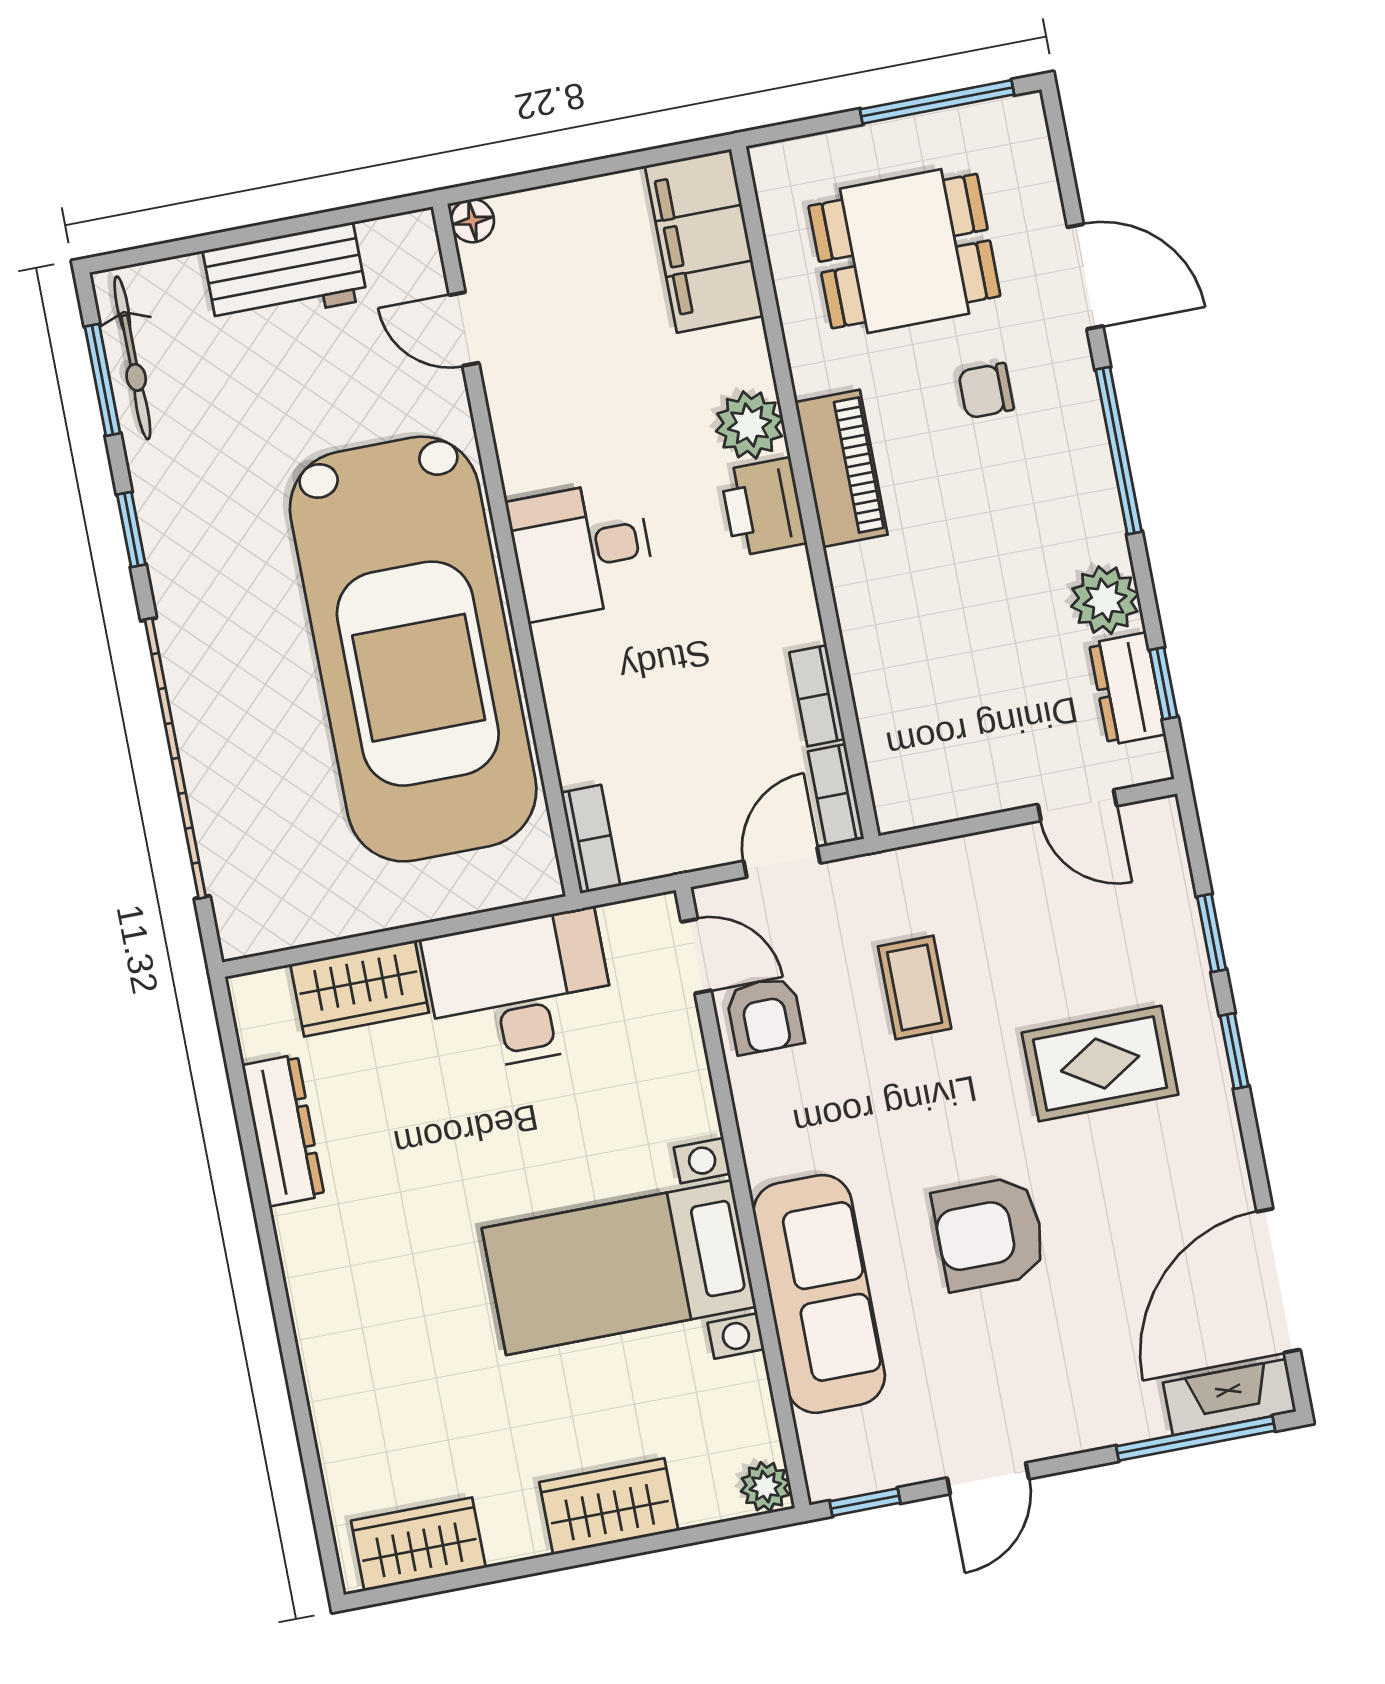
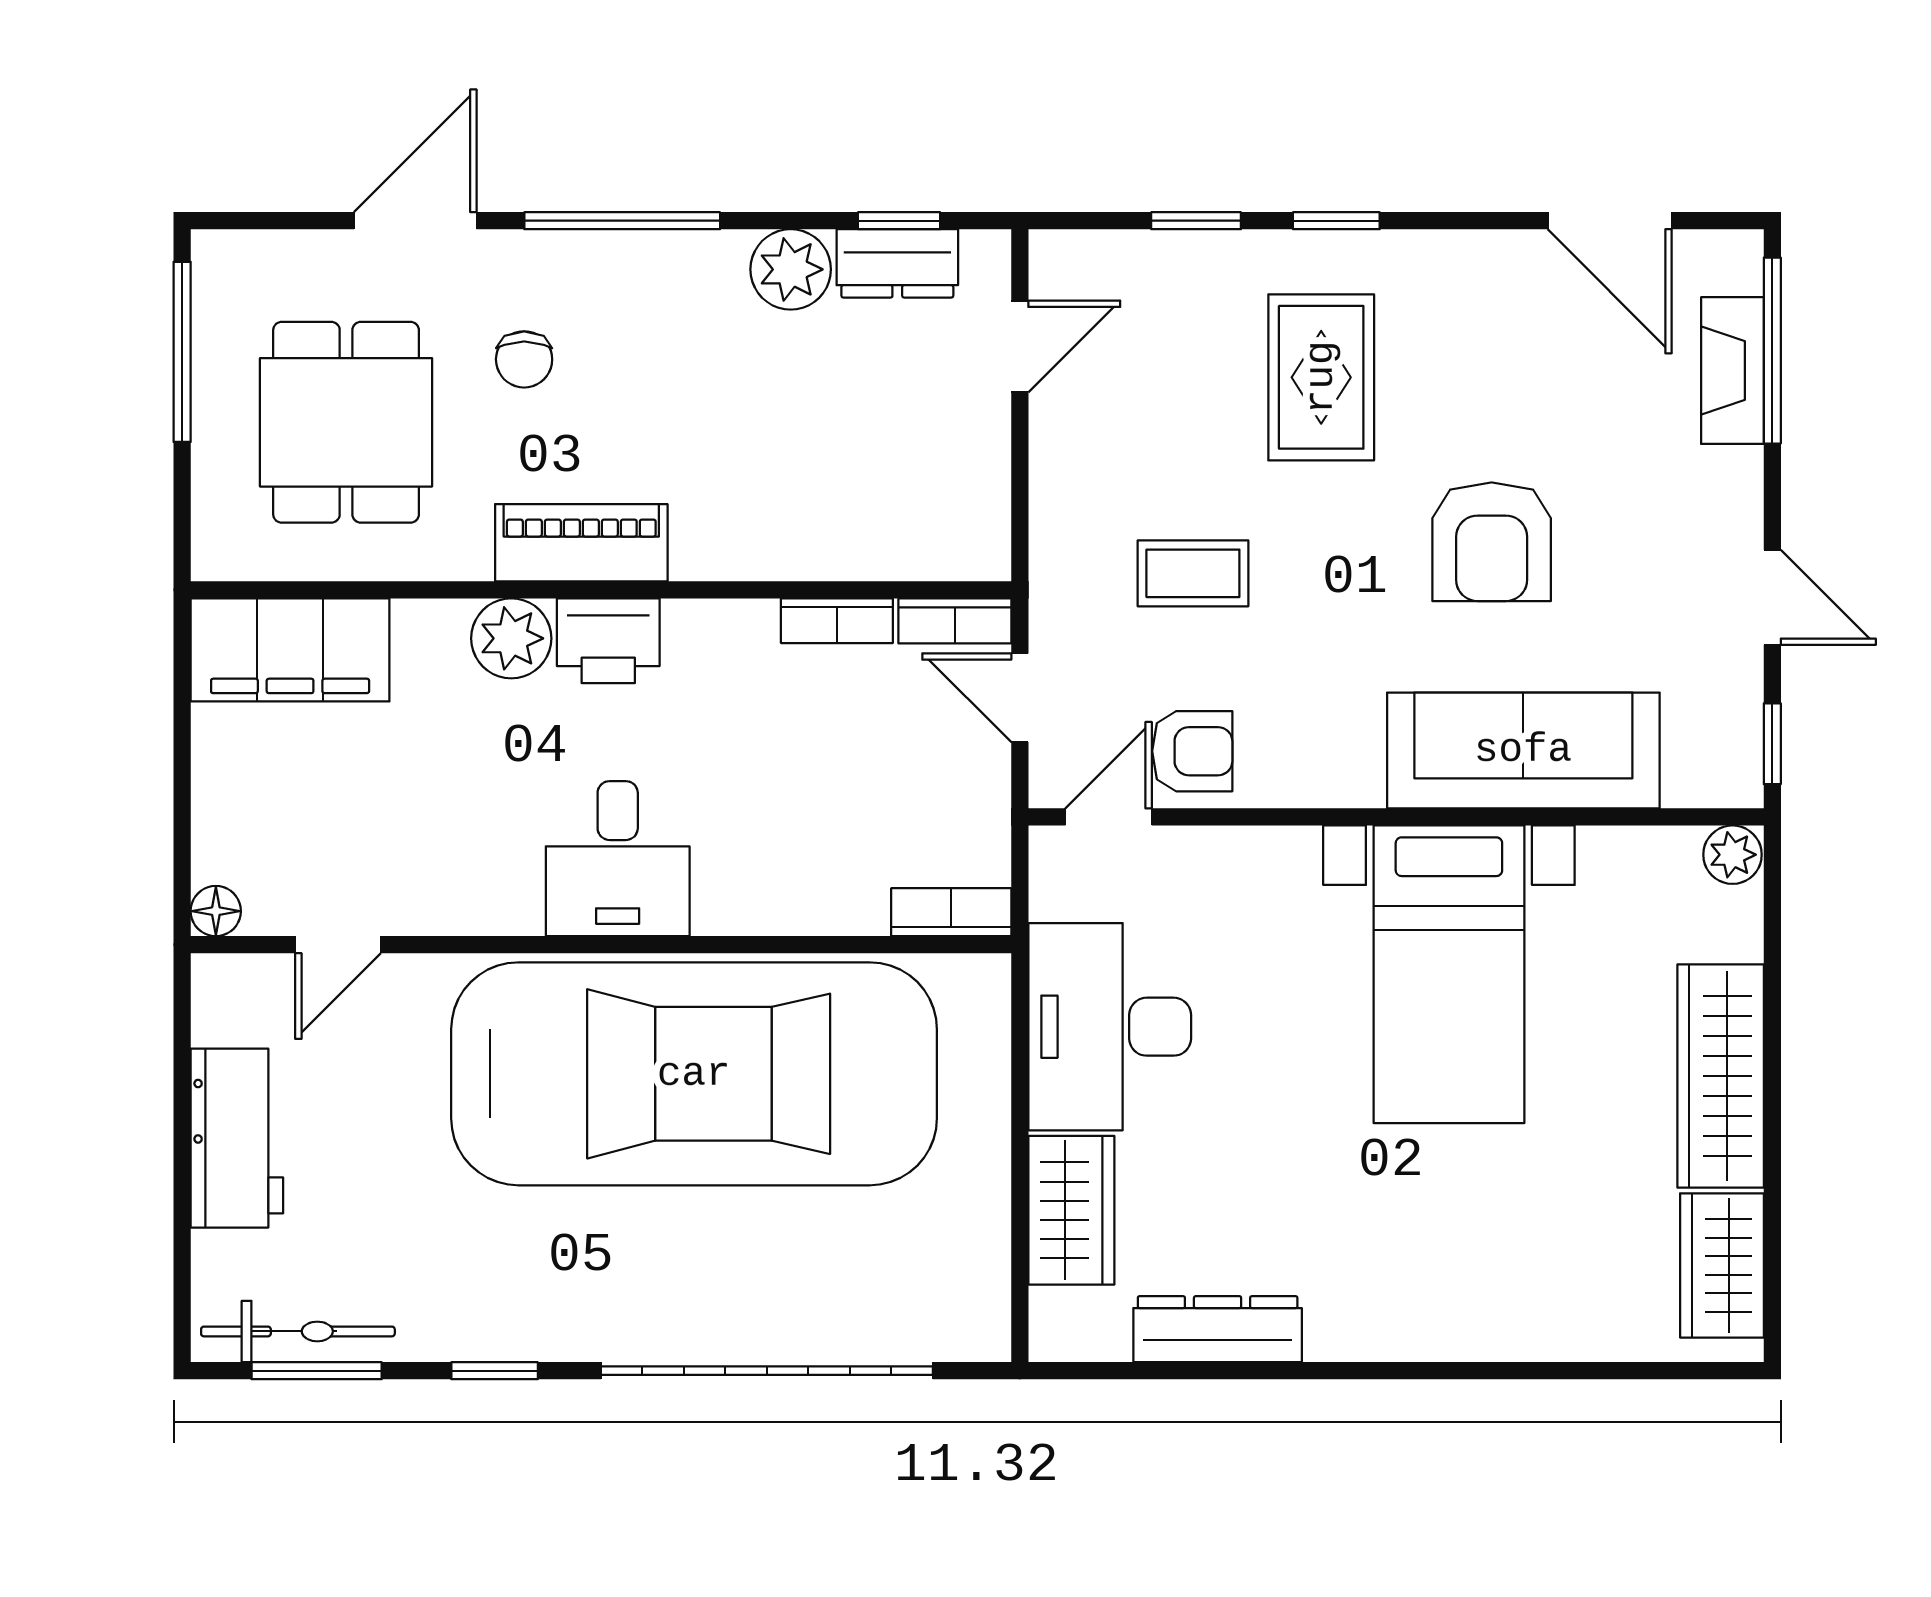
door: (1278, 1281) -> (1610, 221), width x0.73
fireplace: (1230, 1397) -> (1732, 371), moved
wardrobe: (609, 1506) -> (1721, 1076), width x1.50

